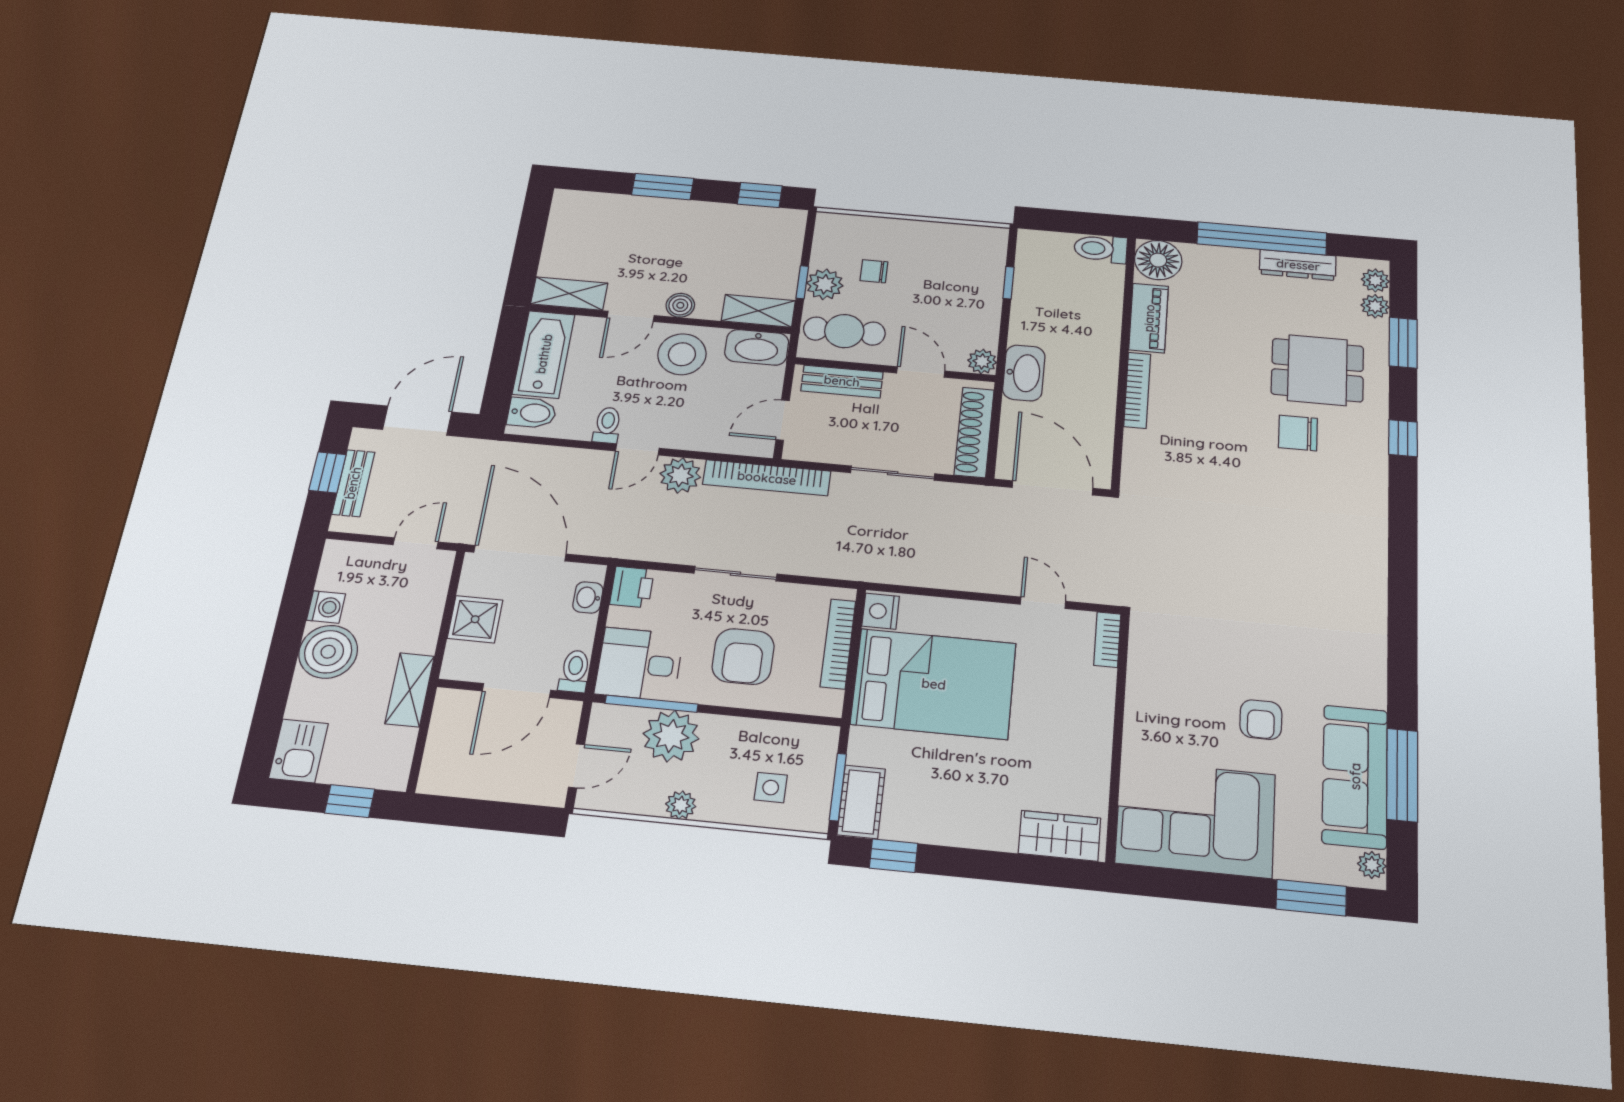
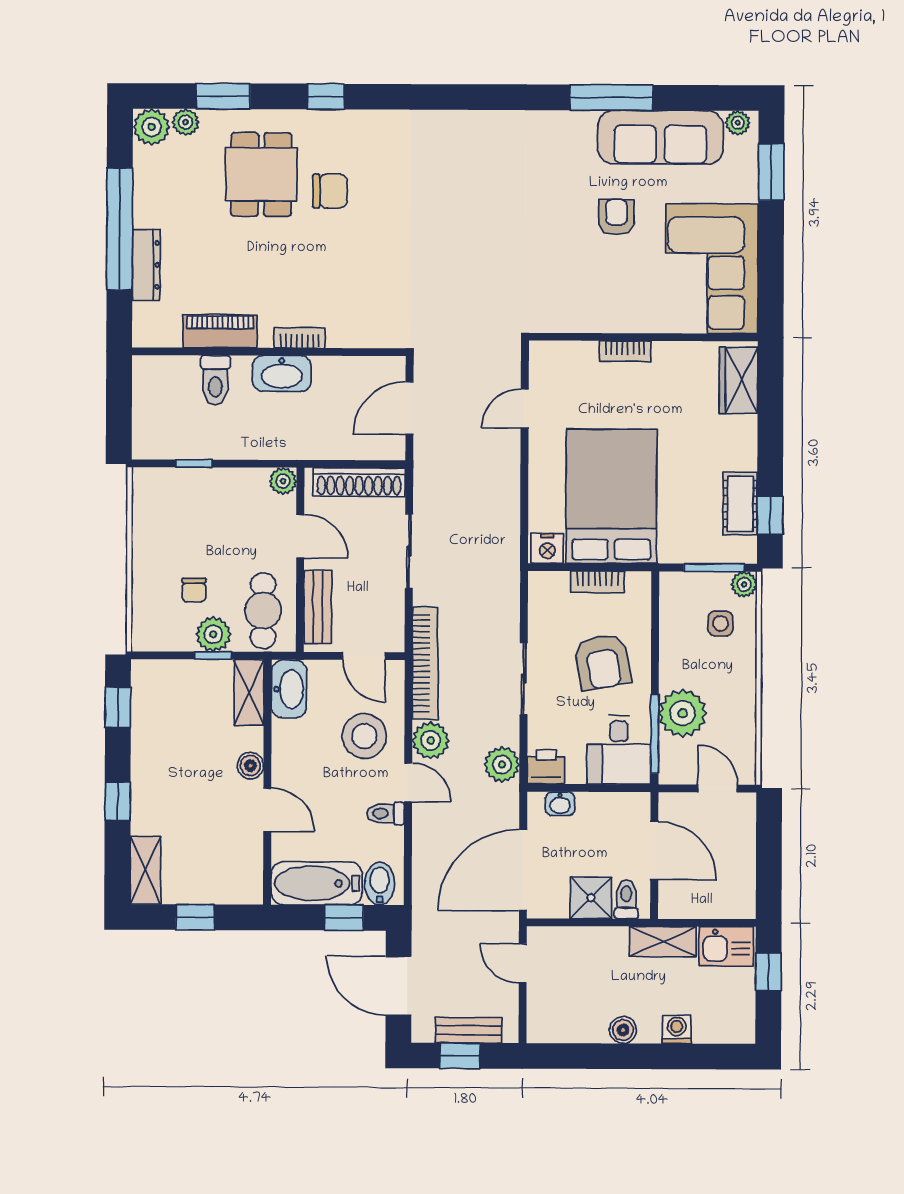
window: (663, 187) -> (118, 801), width x0.67
window: (529, 243) -> (195, 917), added
toilet: (1101, 249) -> (215, 380), moved
floor lamp: (1158, 260) -> (154, 325), removed
dresser: (1298, 265) -> (146, 265), moved
plant: (1375, 280) -> (152, 127), width x1.38, depth x1.38
shelving: (569, 294) -> (145, 870), moved
stool: (682, 354) -> (364, 736), moved
door: (921, 372) -> (300, 536), swing flipped
washbasin: (1024, 373) -> (282, 374), moved, turned 180
window: (502, 376) -> (344, 918), added
bookcase: (1137, 390) -> (300, 338), width x0.64
chair: (1298, 433) -> (330, 191), turned -90
door: (1052, 488) -> (409, 408), width x0.73
plant: (642, 543) -> (502, 765), added
washing machine: (326, 607) -> (677, 1029), moved
bookcase: (1107, 640) -> (625, 351), moved
bookcase: (838, 644) -> (597, 582), width x0.64
boiler: (328, 652) -> (623, 1030), width x0.54, depth x0.54
armchair: (743, 656) -> (603, 662), turned 80
toilet: (575, 671) -> (626, 899), moved, turned 90
armchair: (1261, 720) -> (616, 217), turned -90
kitchen sink: (299, 751) -> (726, 946), moved, turned 180
window: (1402, 775) -> (611, 98), moved
cot: (861, 802) -> (740, 504), moved, turned 90
plant: (681, 805) -> (744, 584), moved

